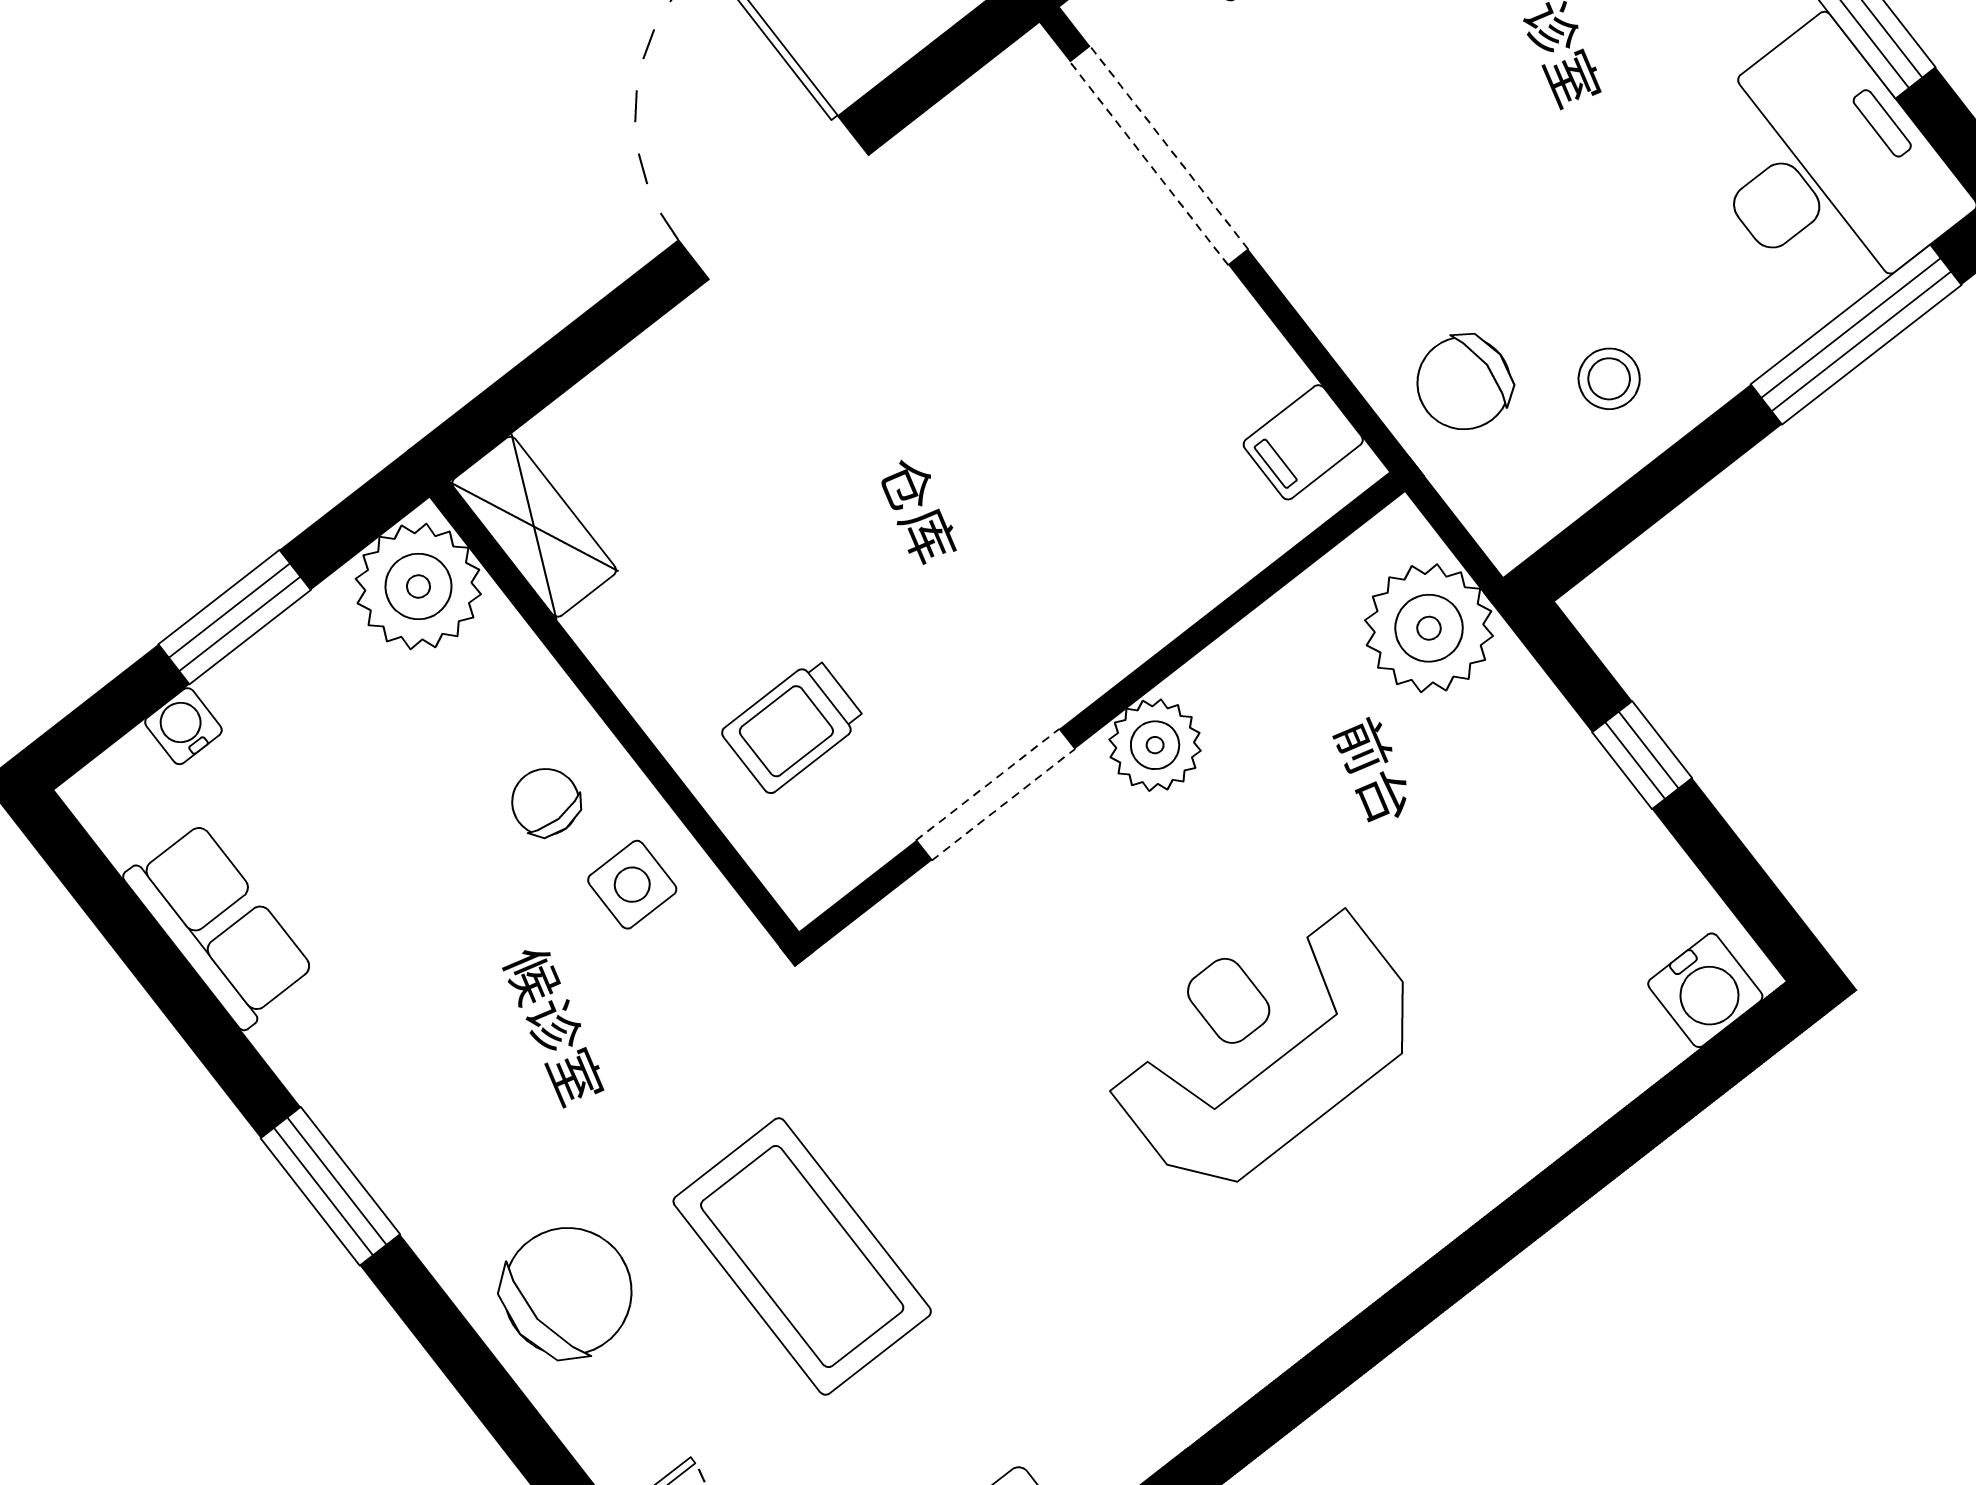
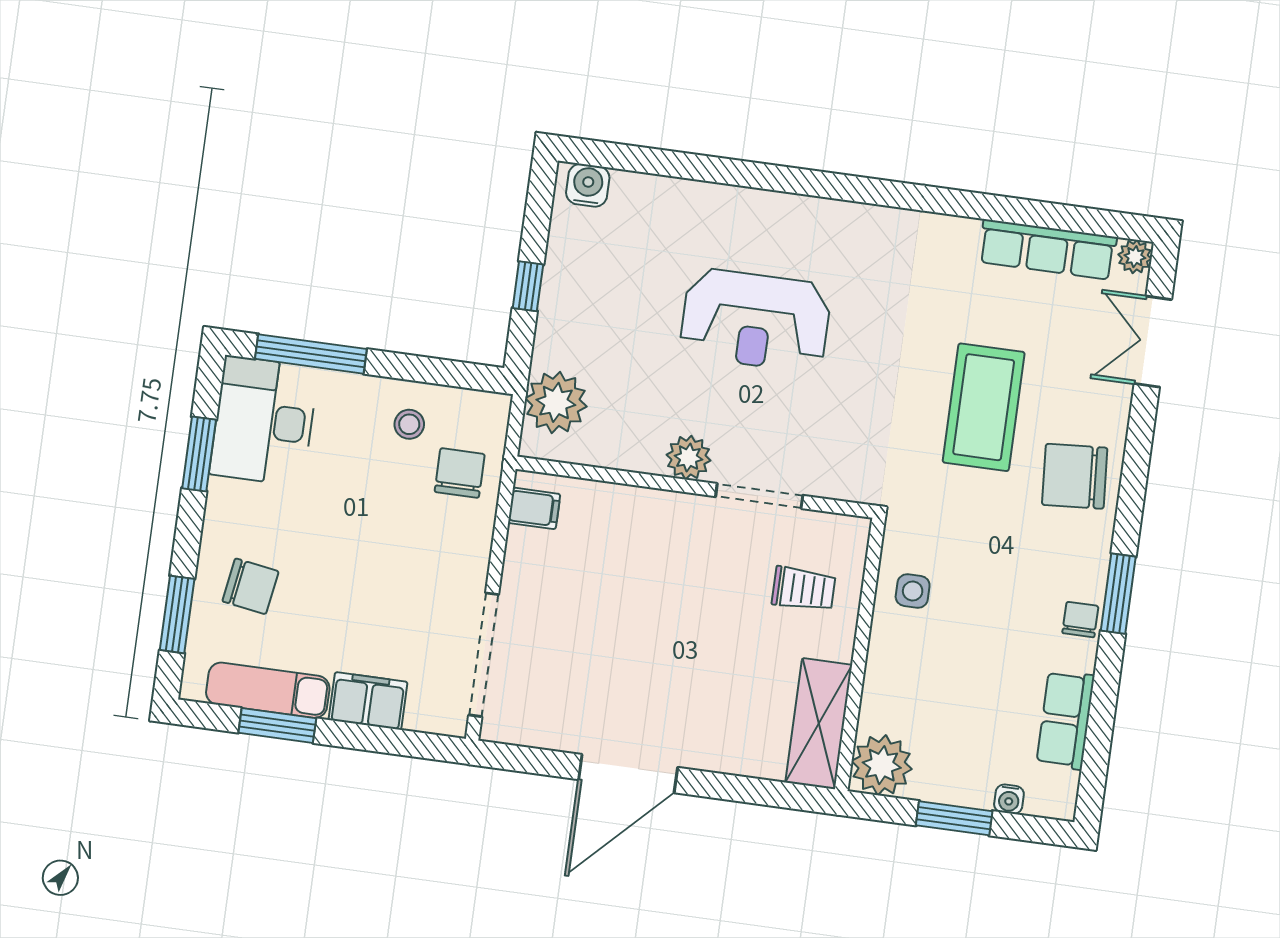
chair: (1464, 383) -> (460, 473), turned -90
shelving: (534, 527) -> (819, 724), width x1.50, depth x1.33
chair: (546, 802) -> (1080, 620), moved, turned 180

